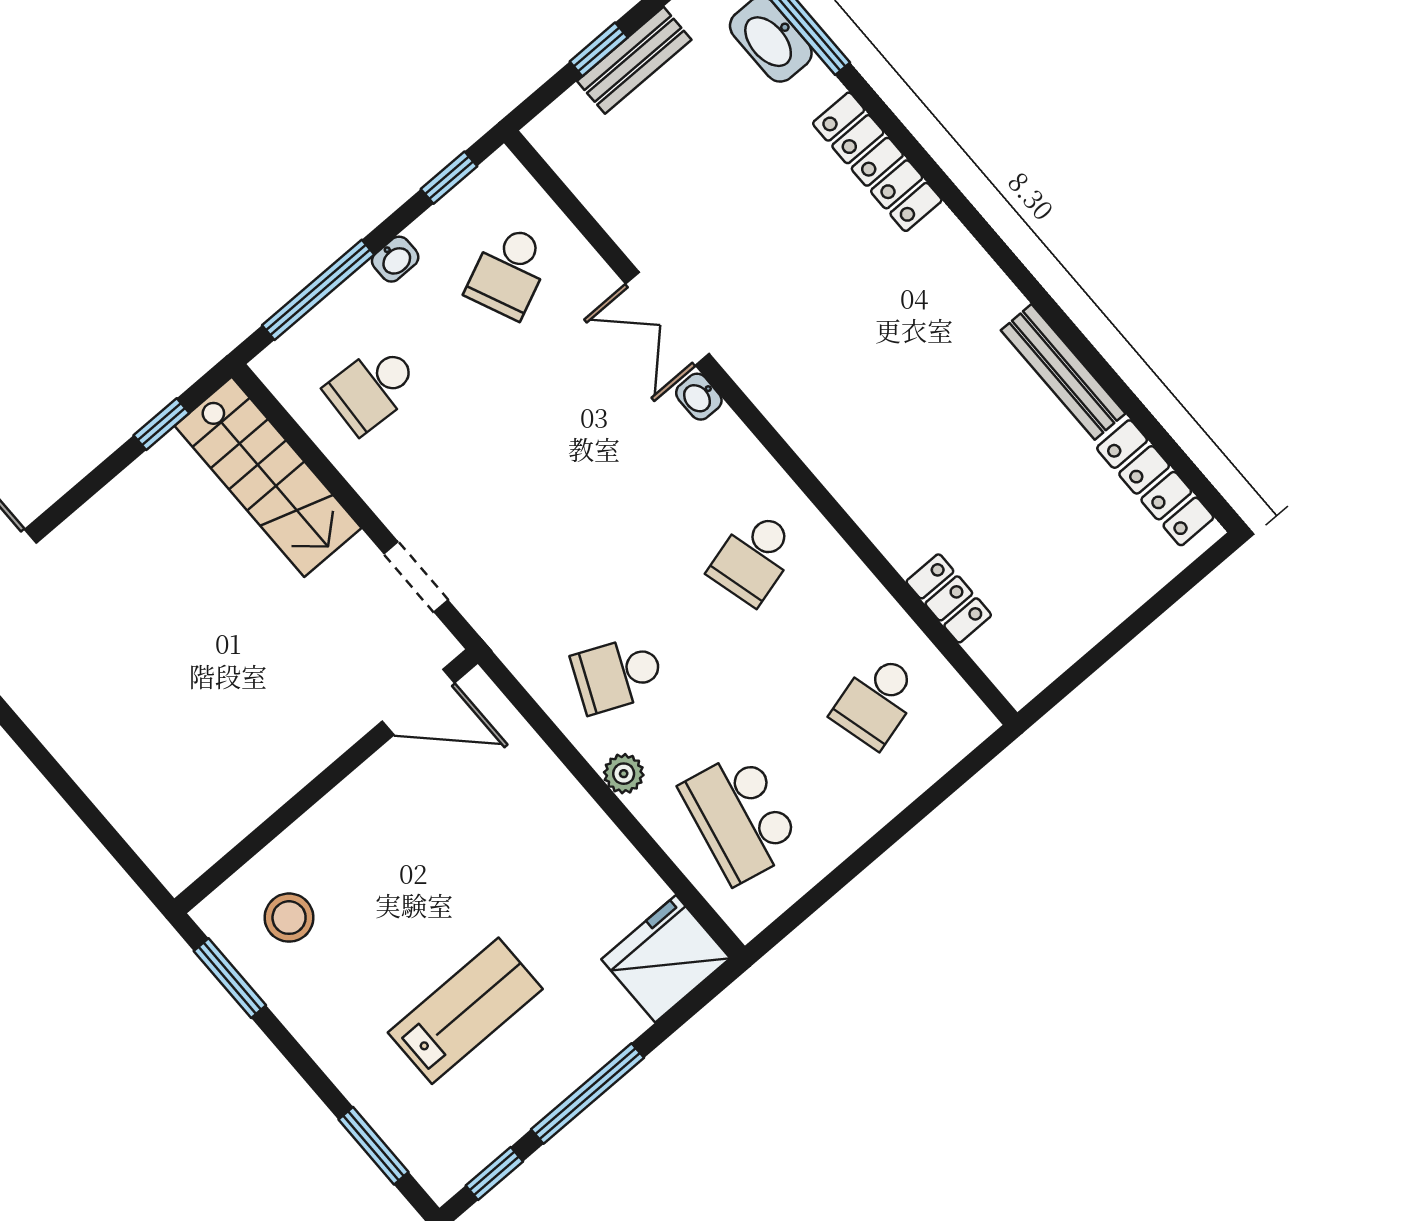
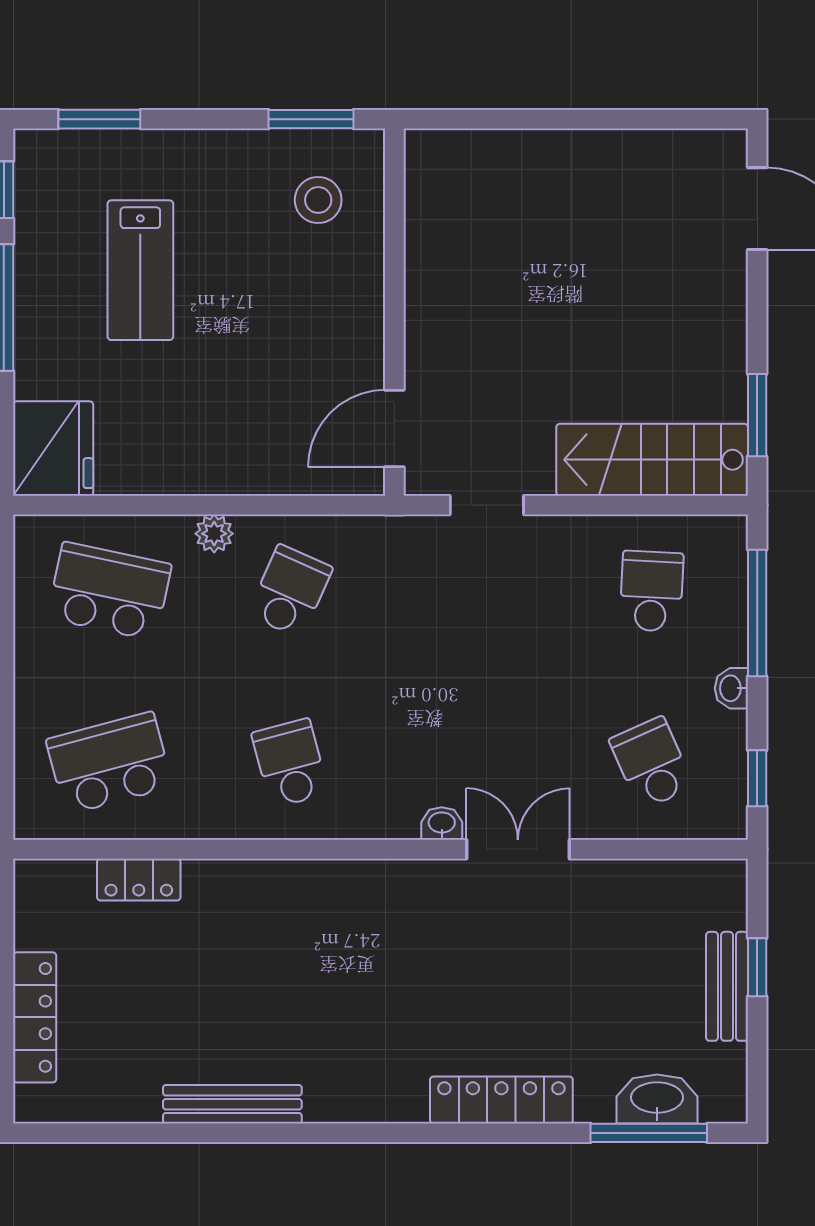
window: (161, 424) -> (757, 415), width x1.50
locker: (1155, 483) -> (35, 1017), moved, turned 90
school desk: (877, 701) -> (109, 763), width x1.85

